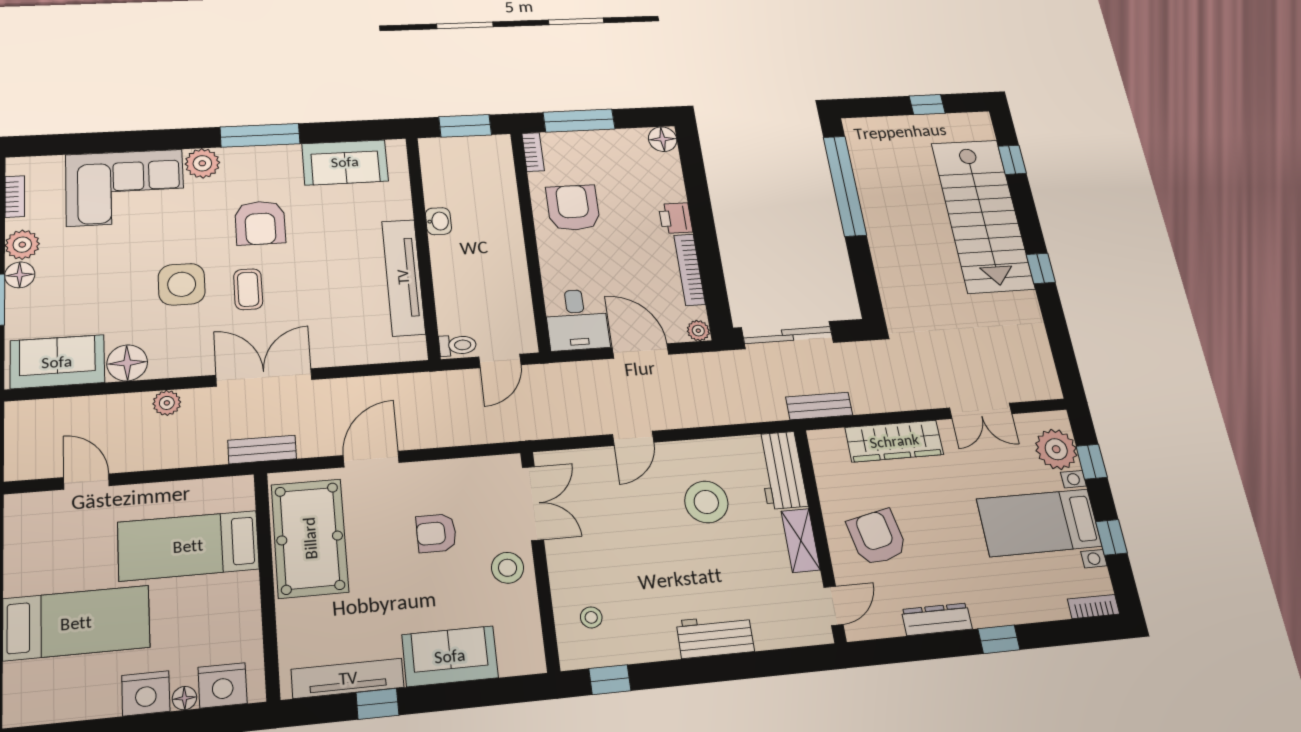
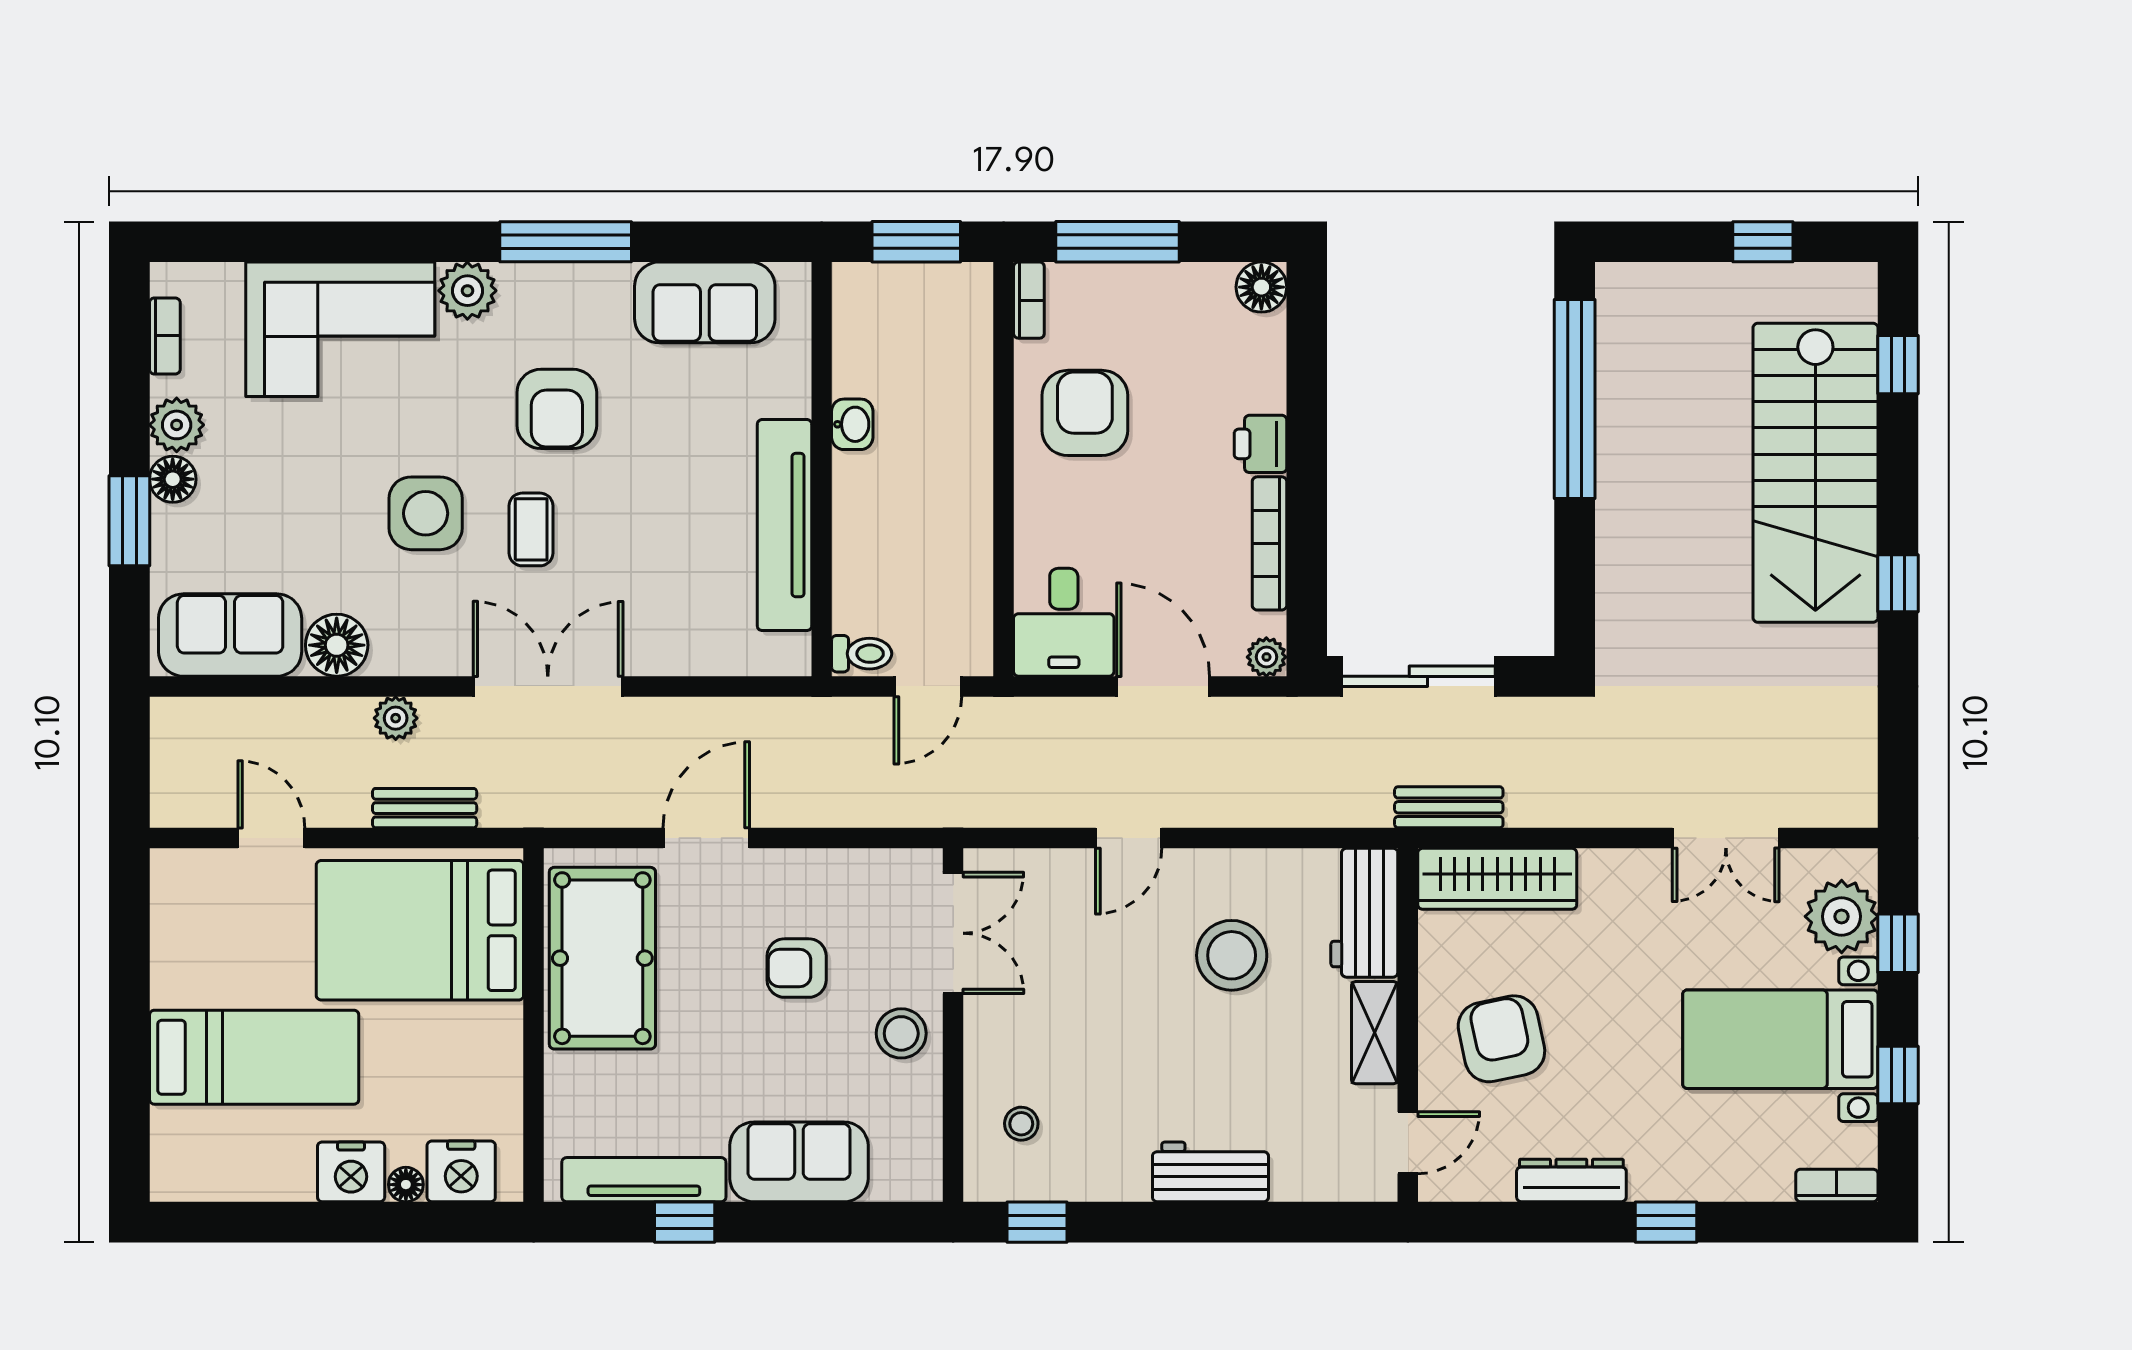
wardrobe: (894, 441) -> (1497, 879), moved
bench: (262, 450) -> (425, 808), moved
bed: (188, 546) -> (420, 930), width x1.50

